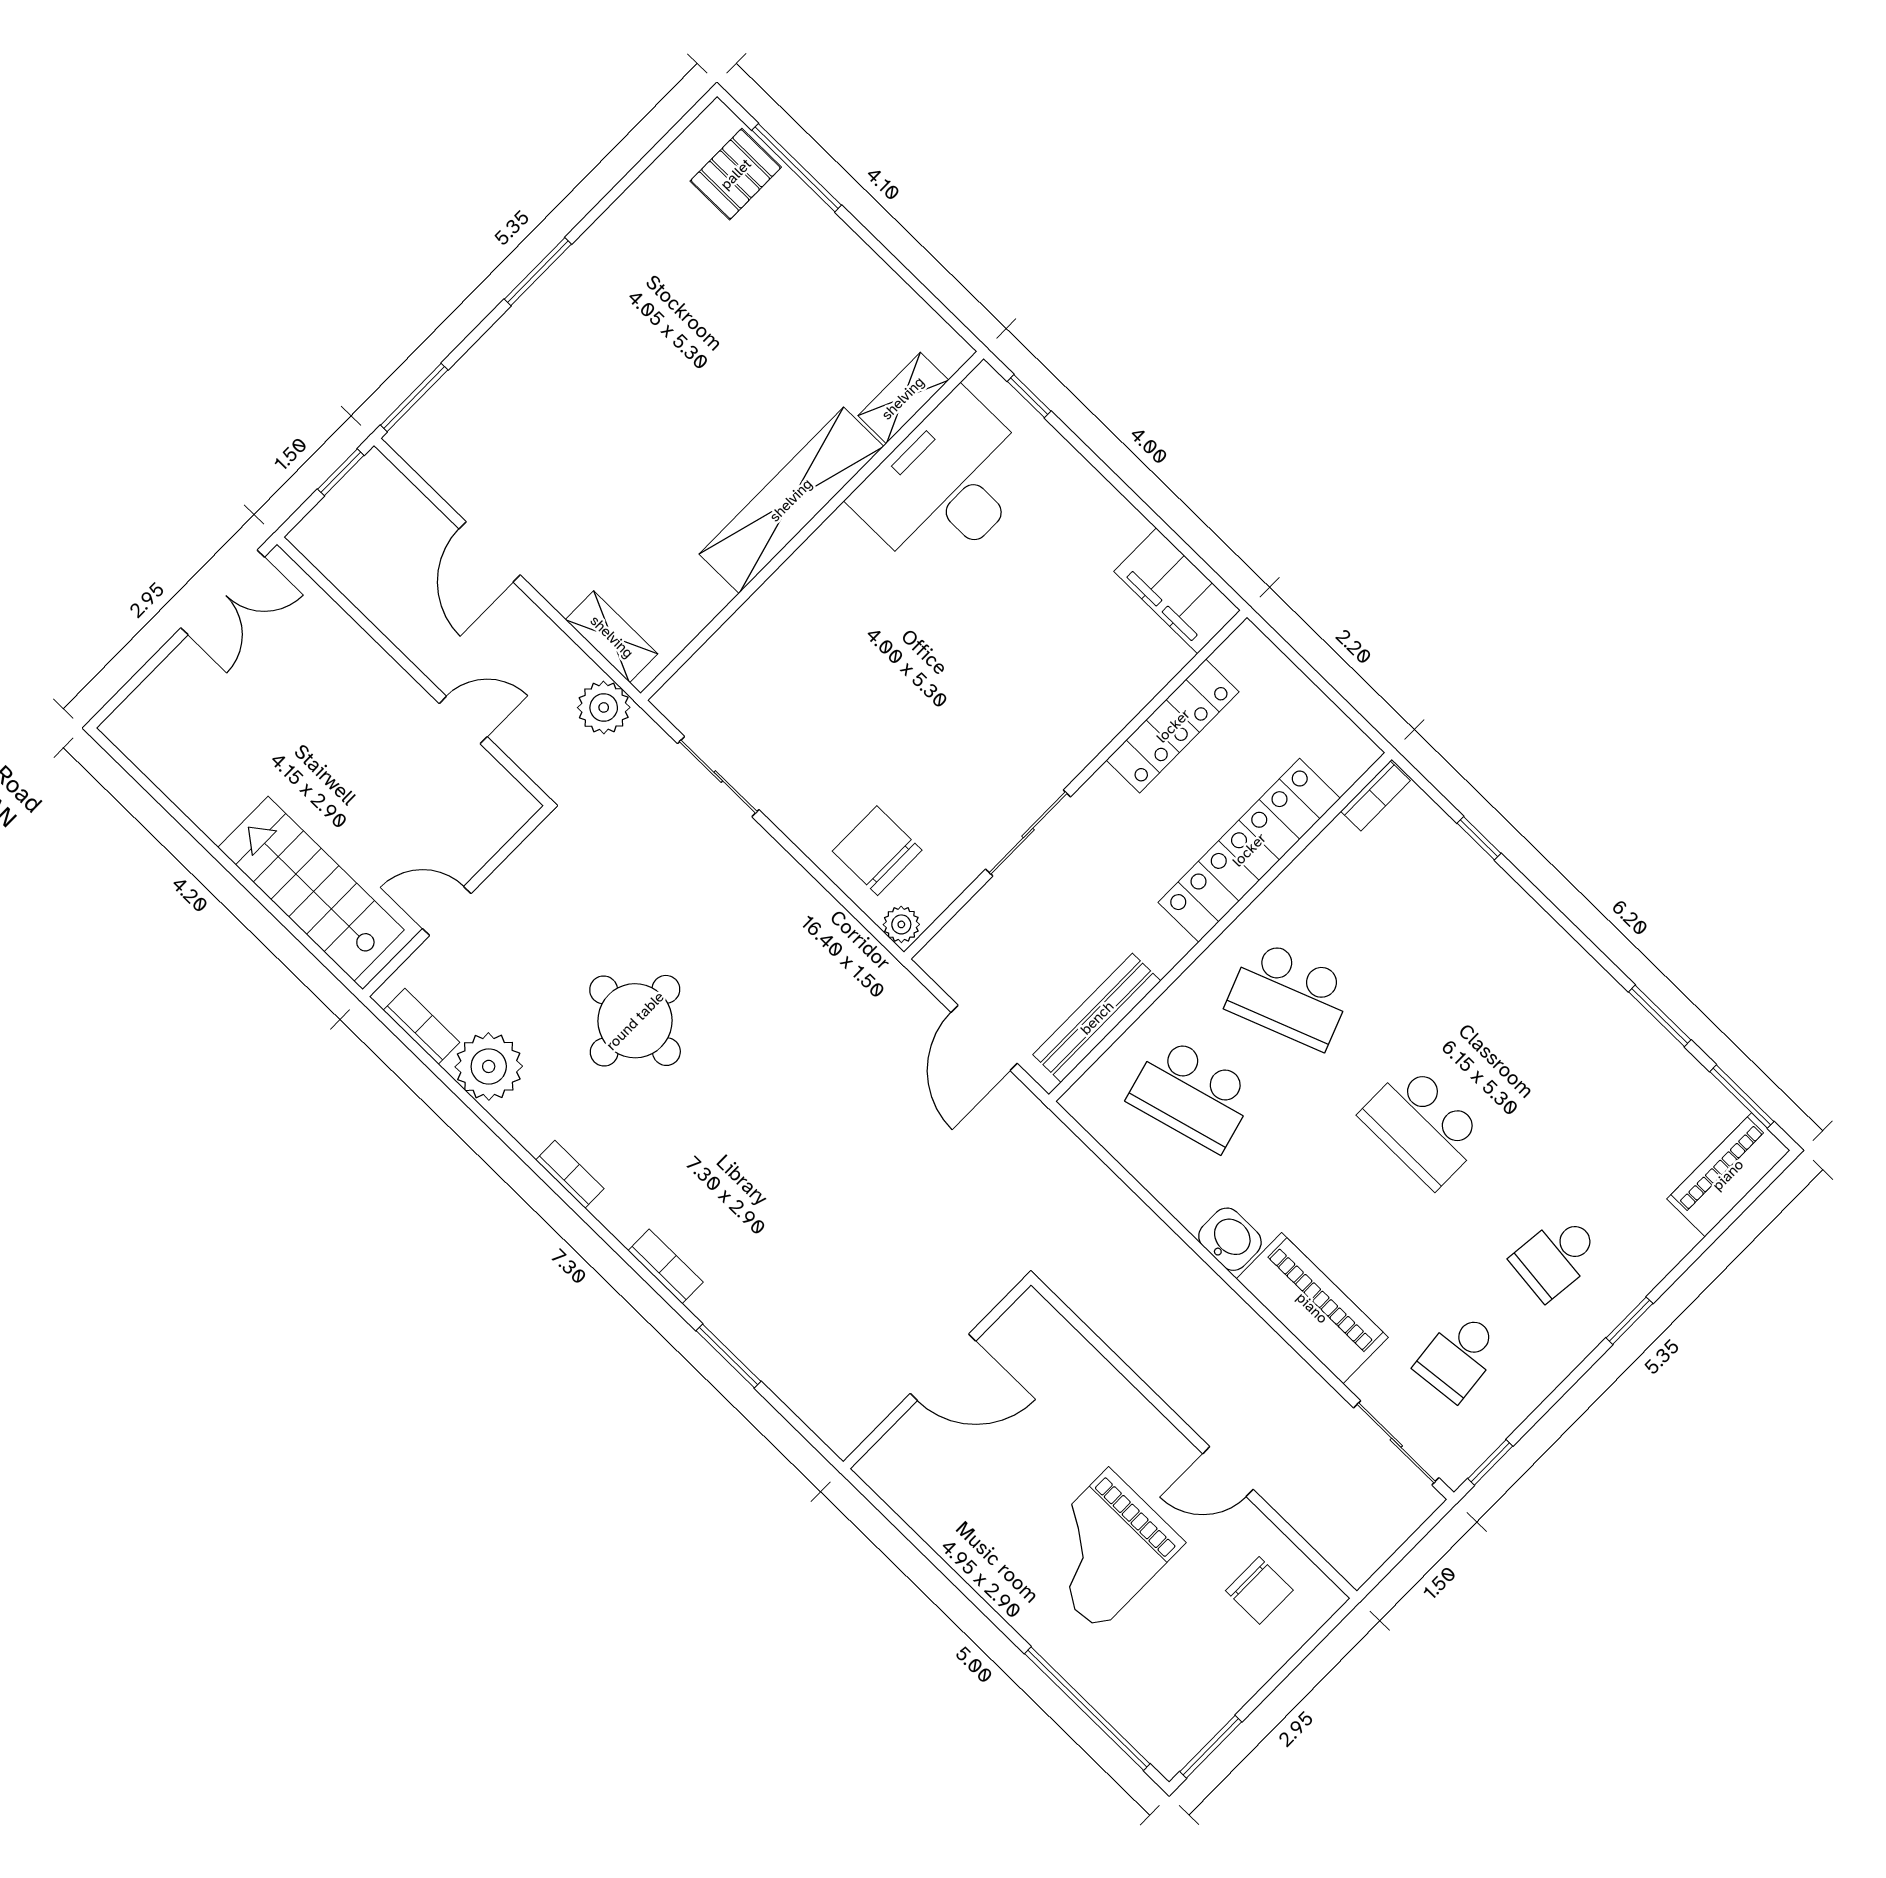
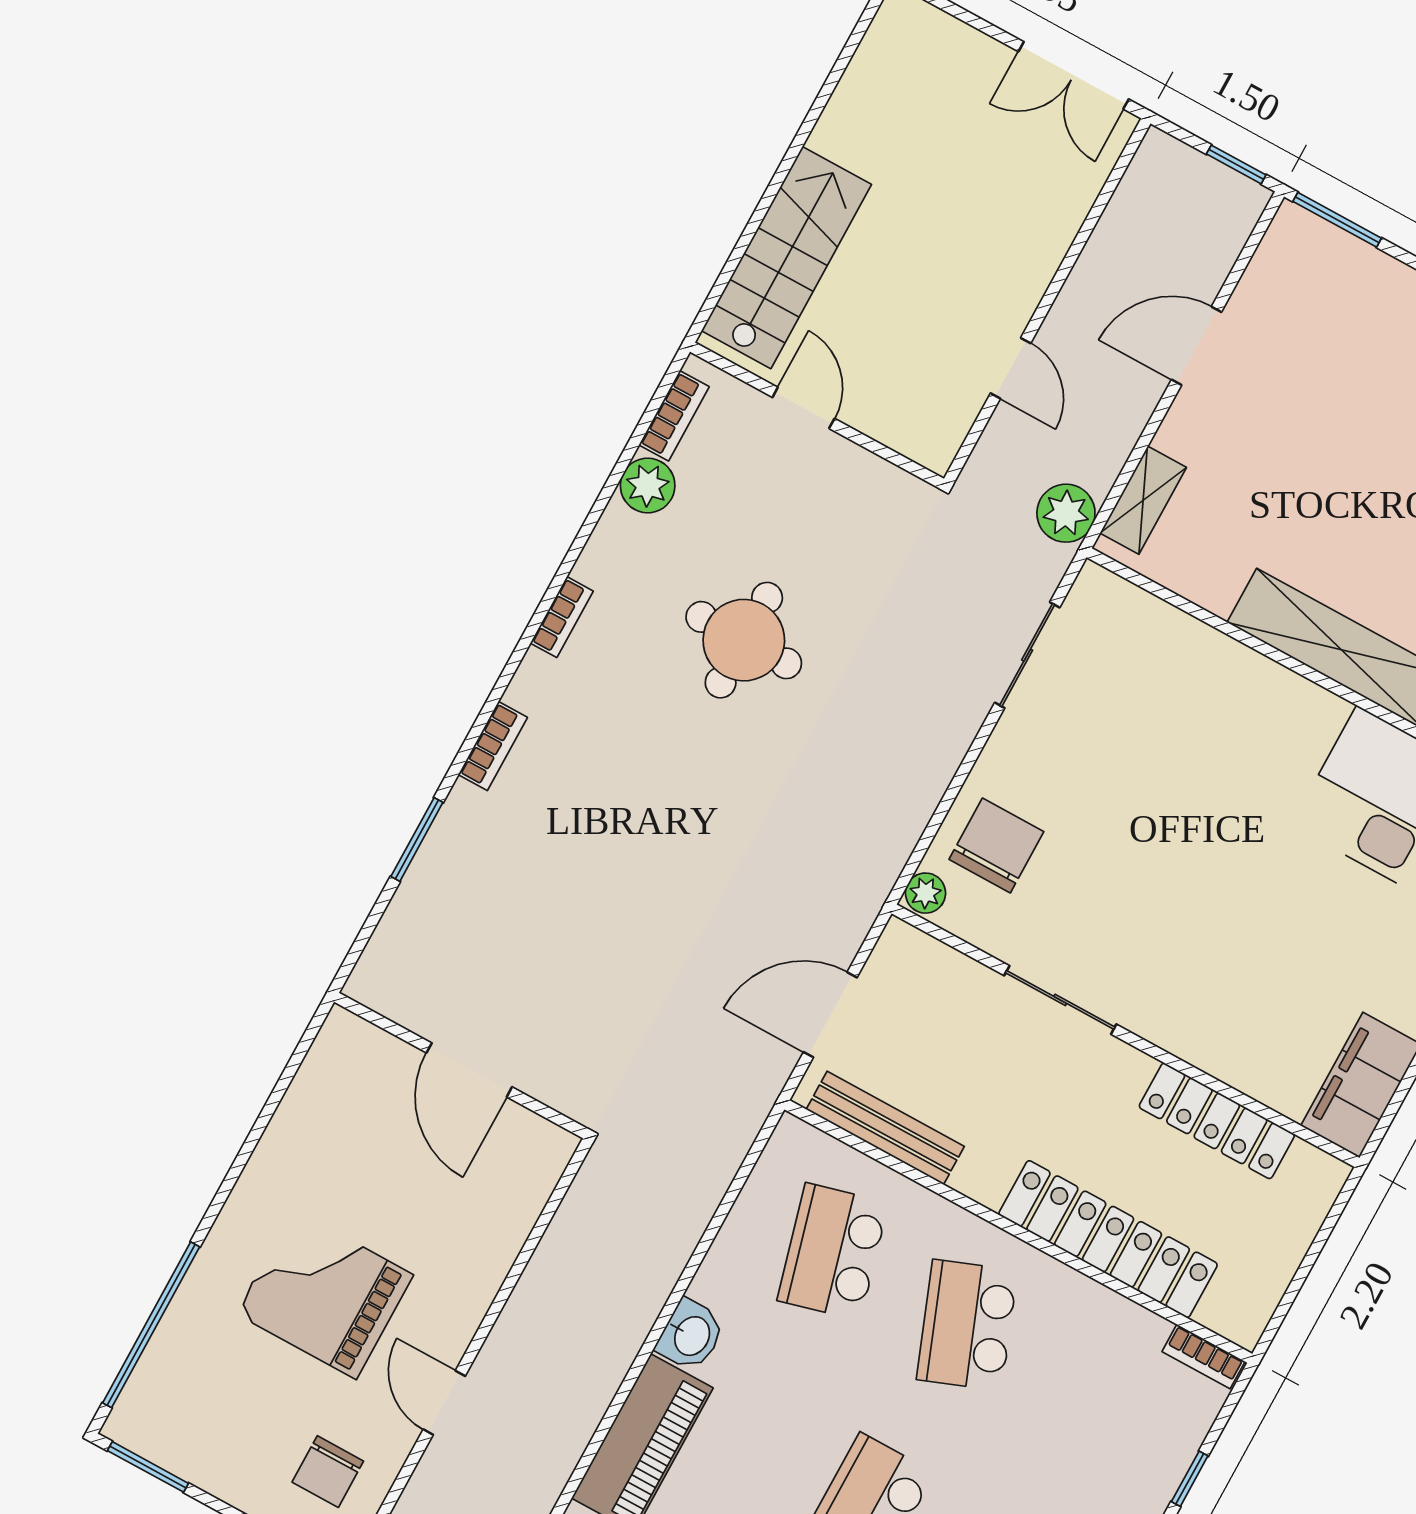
plant: (489, 1066) -> (648, 485), width x0.73, depth x0.73

